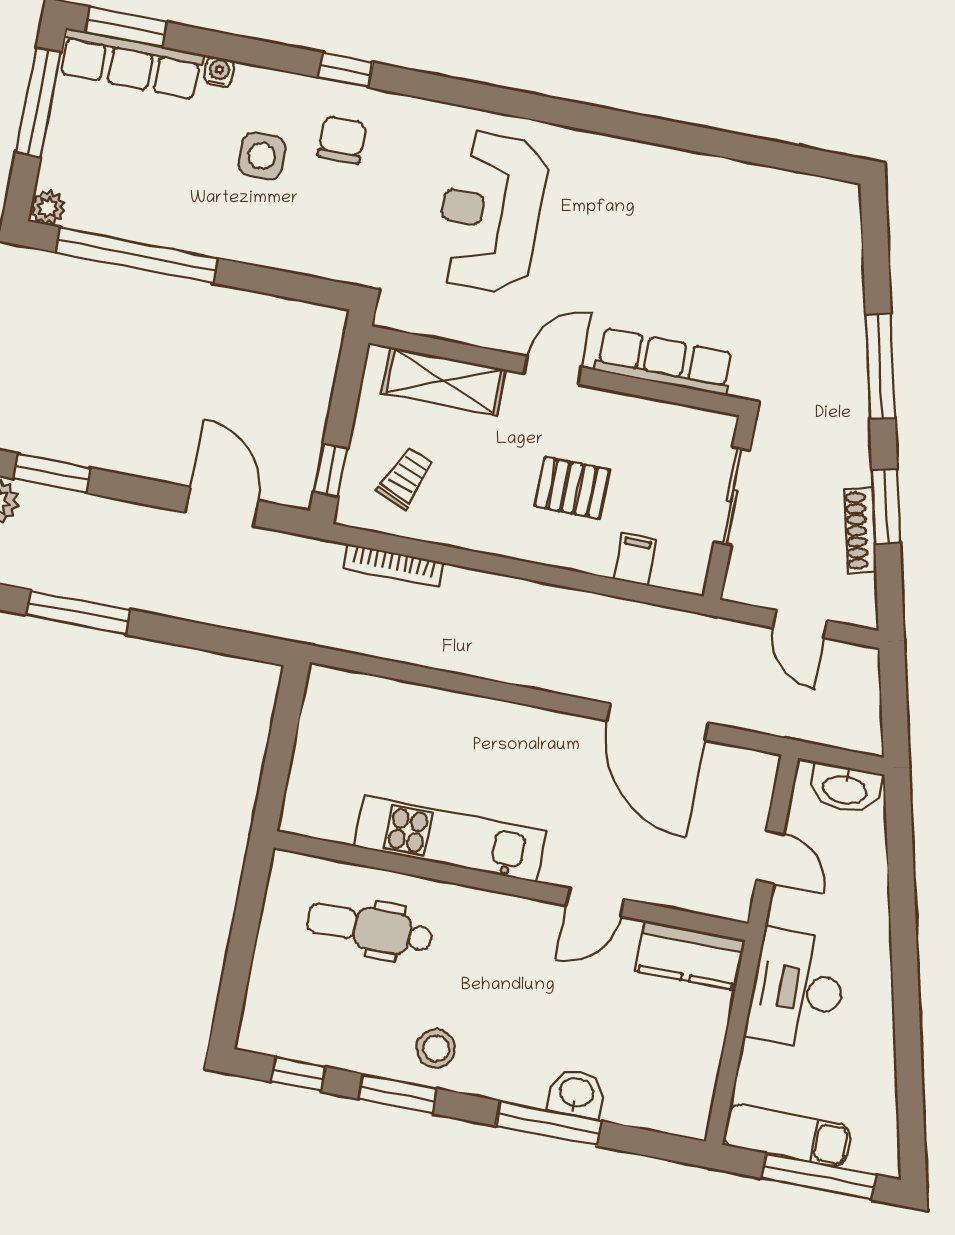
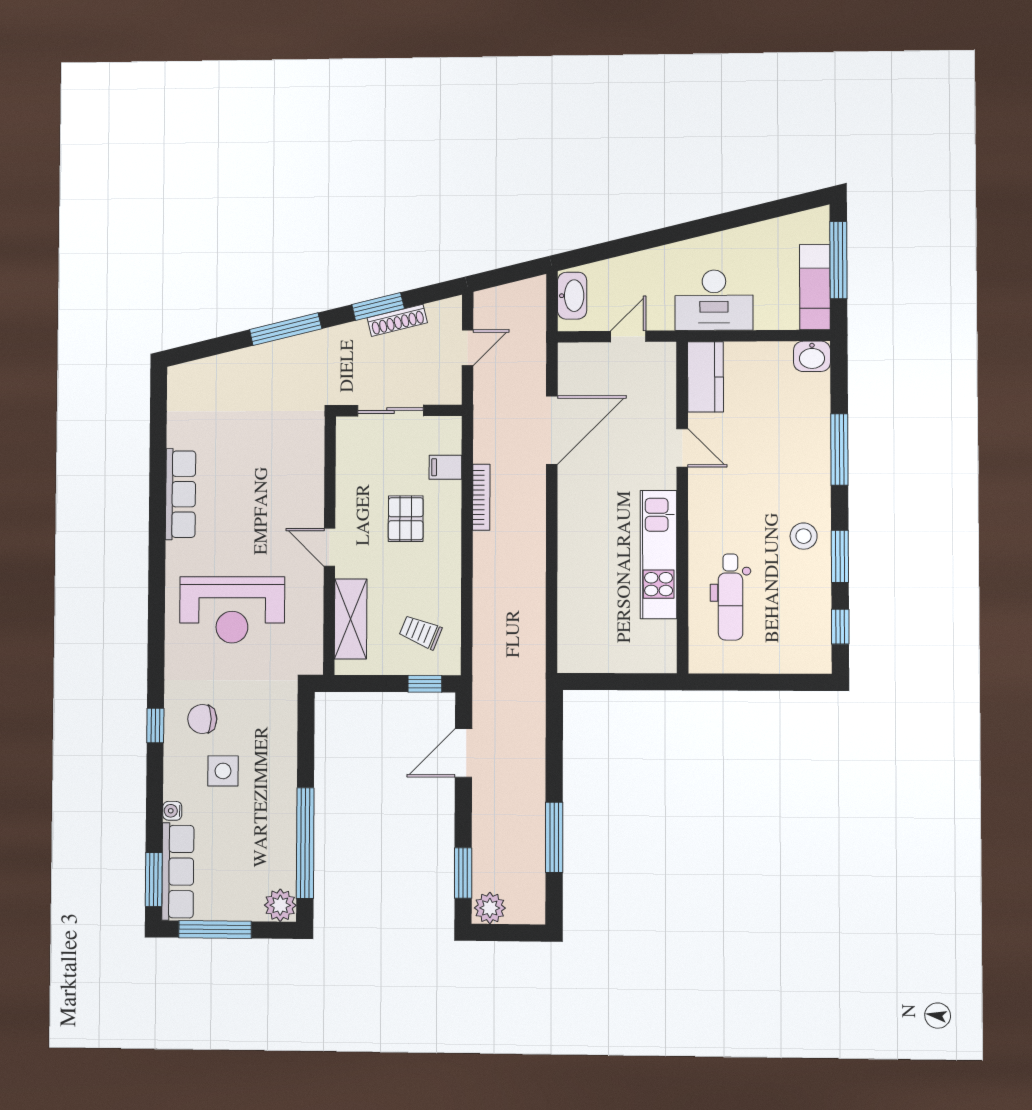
plant: (48, 208) -> (280, 905), width x1.38, depth x1.38
row of seats: (664, 362) -> (181, 494), moved, turned 180
bookcase: (394, 565) -> (481, 497), moved
washbasin: (576, 1094) -> (812, 356), moved, turned -90

